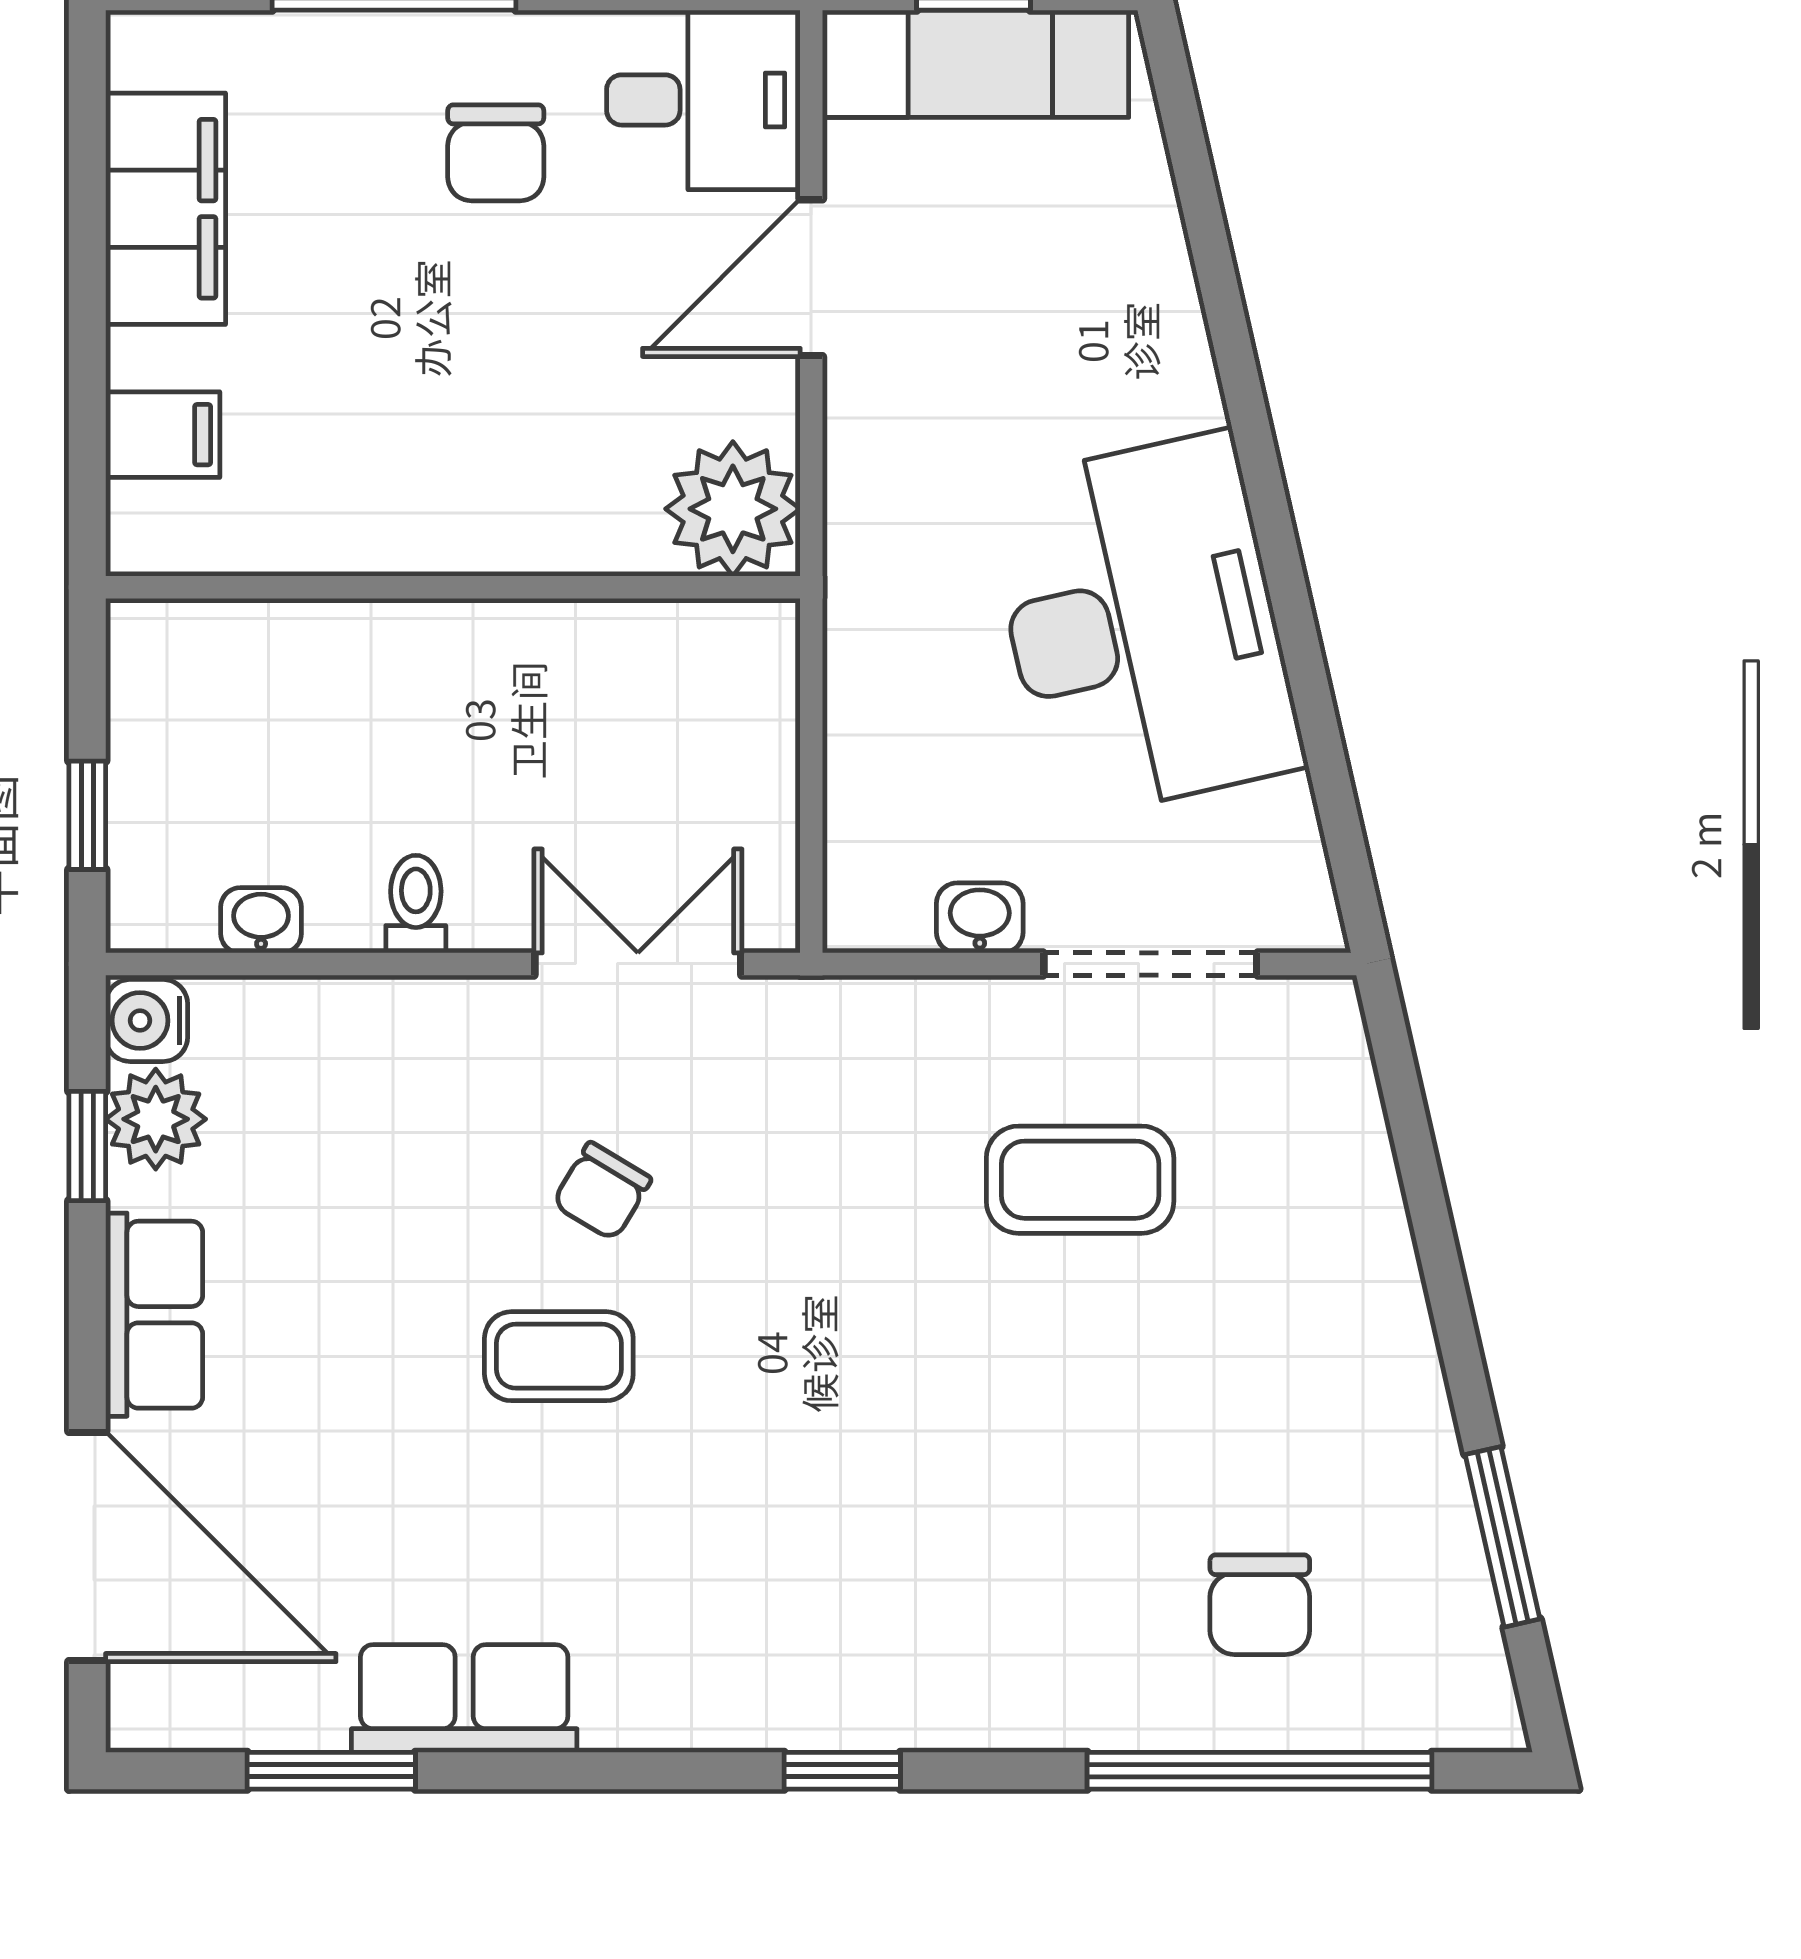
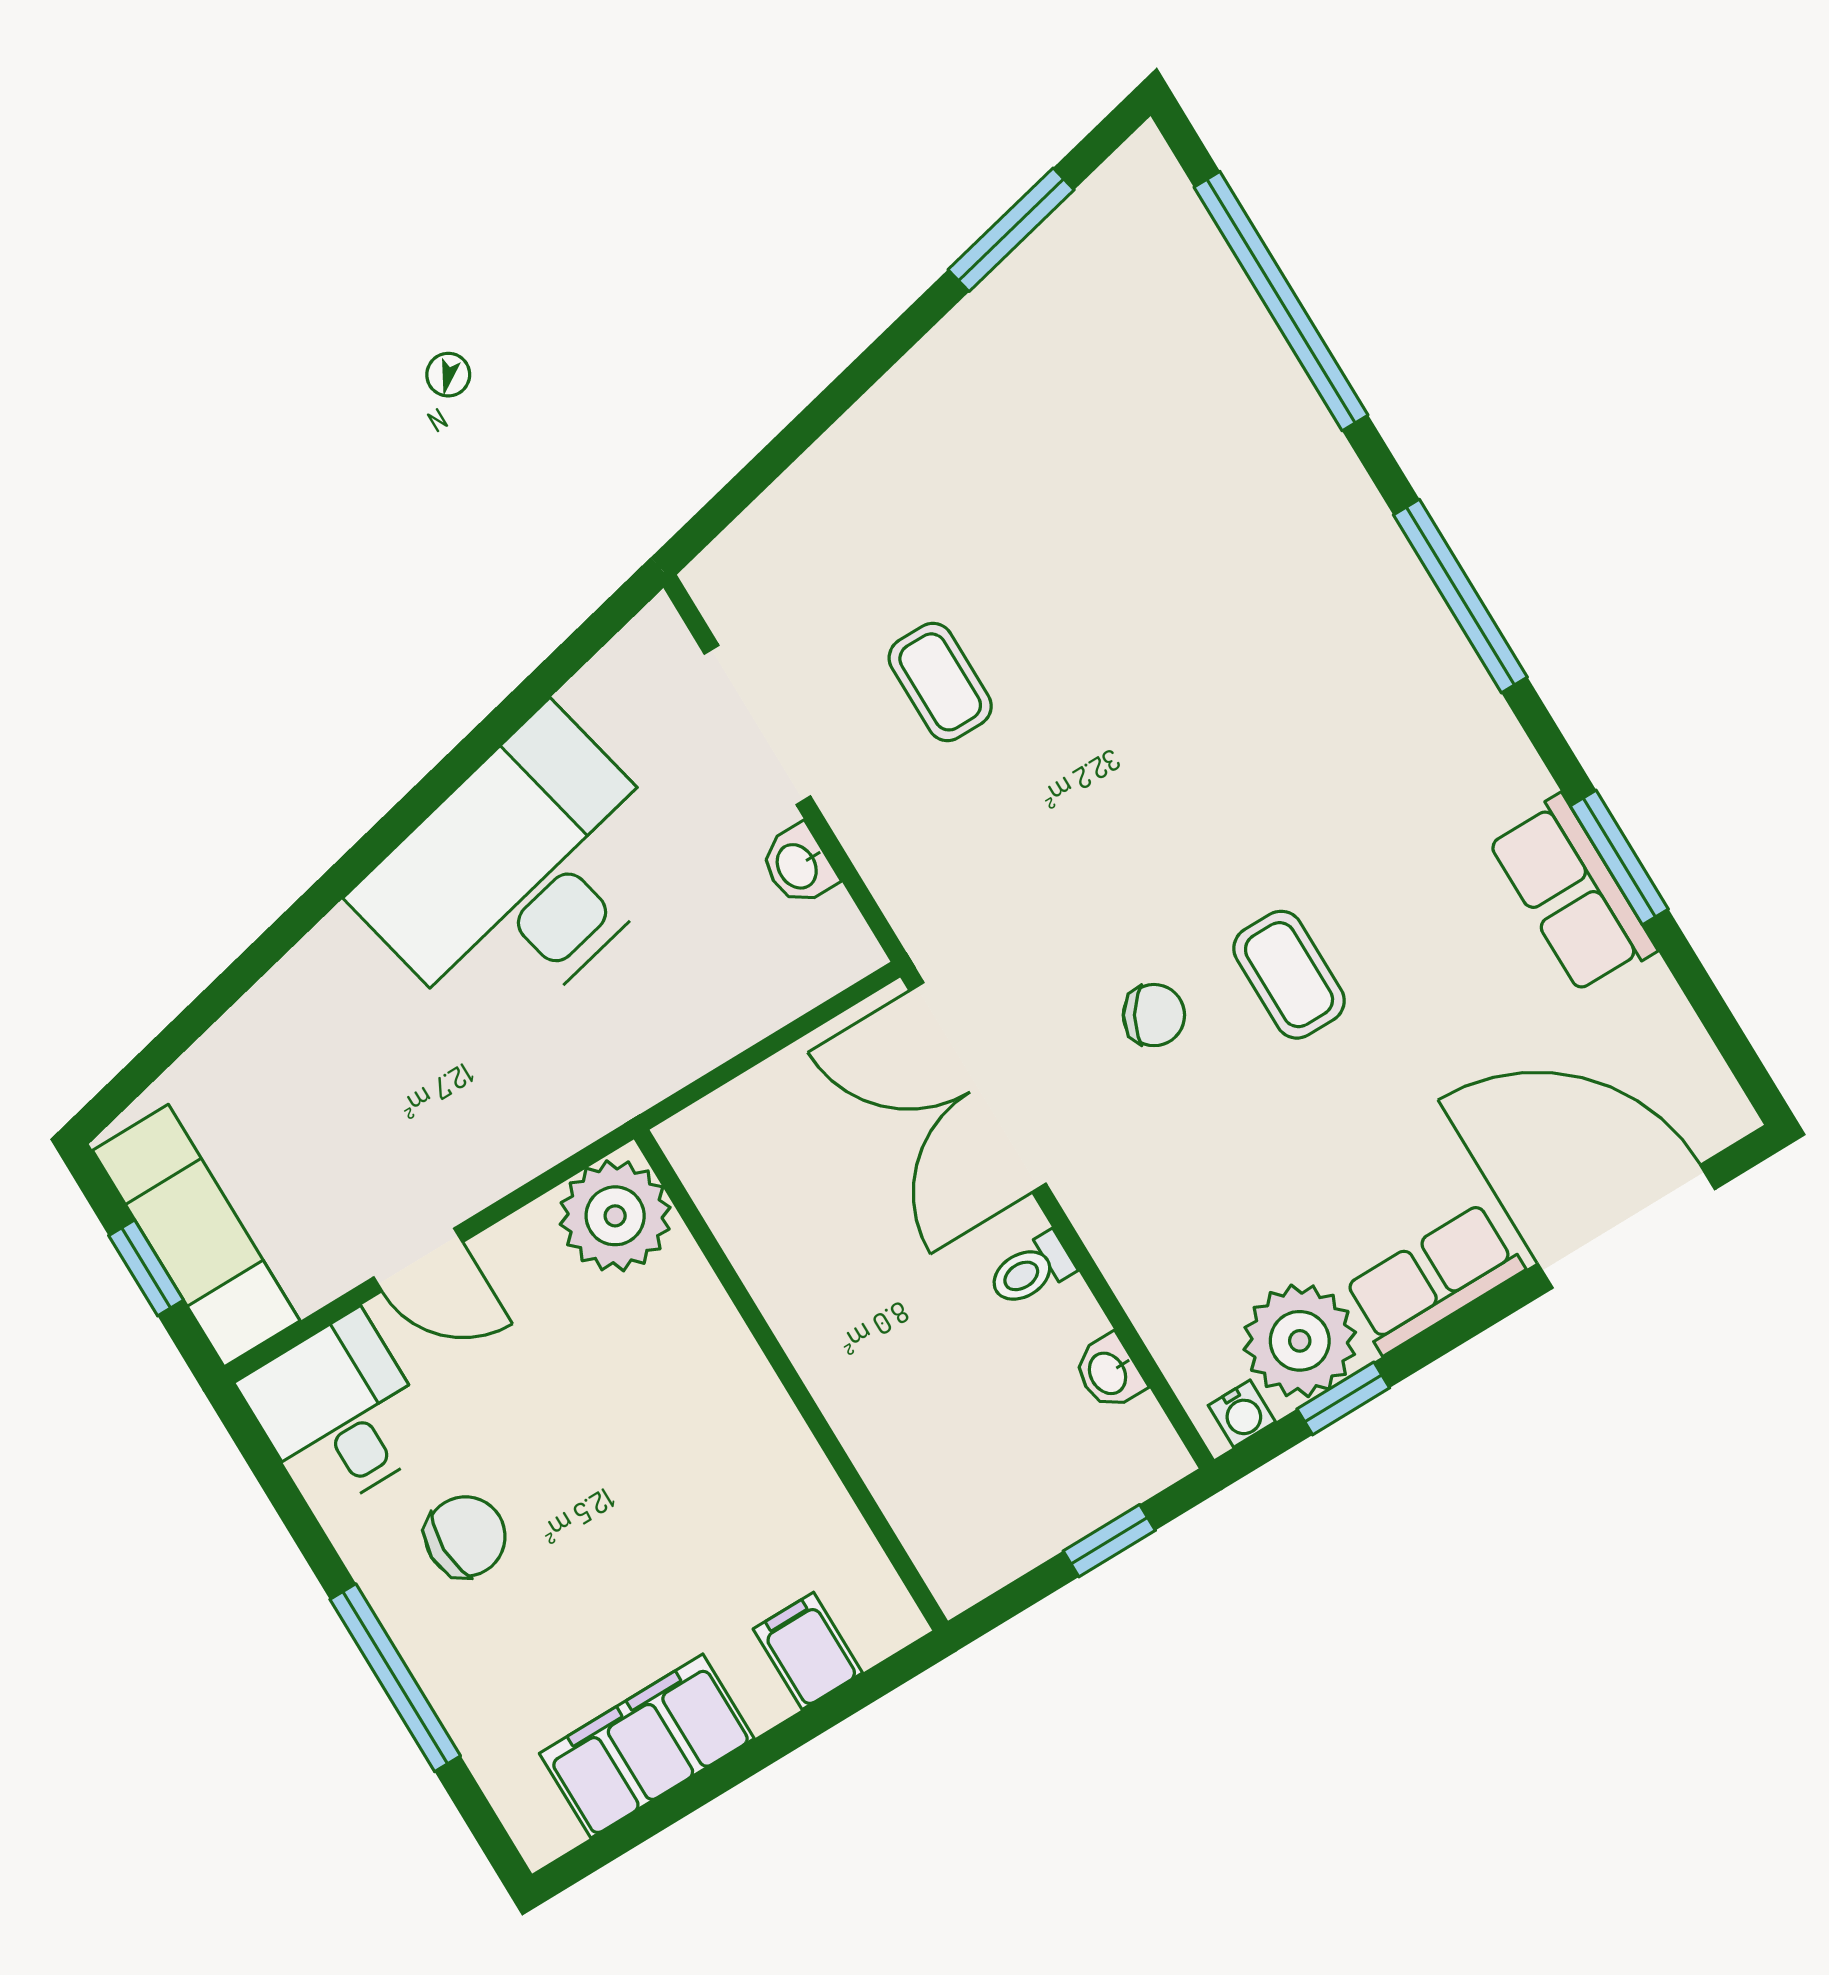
door: (811, 278) -> (418, 1260), width x0.73
double door: (638, 964) -> (978, 1087), width x1.37
water cooler: (147, 1021) -> (1242, 1414), width x0.72, depth x0.72
plant: (156, 1119) -> (1300, 1341), width x1.36, depth x1.36
coffee table: (1080, 1180) -> (940, 682), width x0.73, depth x0.77
door: (87, 1547) -> (1626, 1226), hinge flipped
chair: (1260, 1605) -> (1163, 372), removed
window: (331, 1771) -> (1619, 857), moved
window: (842, 1771) -> (1460, 596), width x2.17

